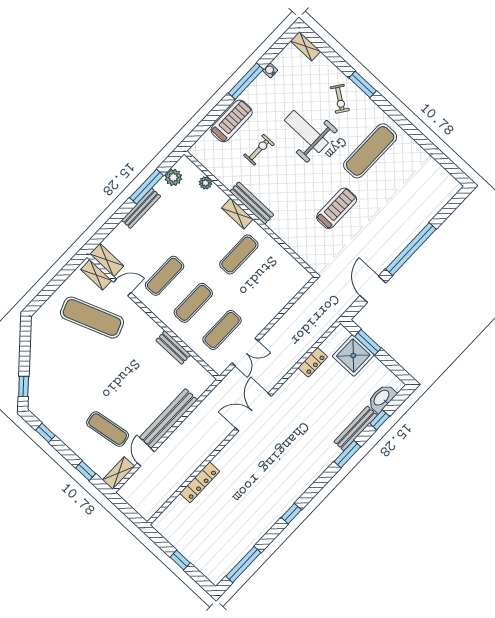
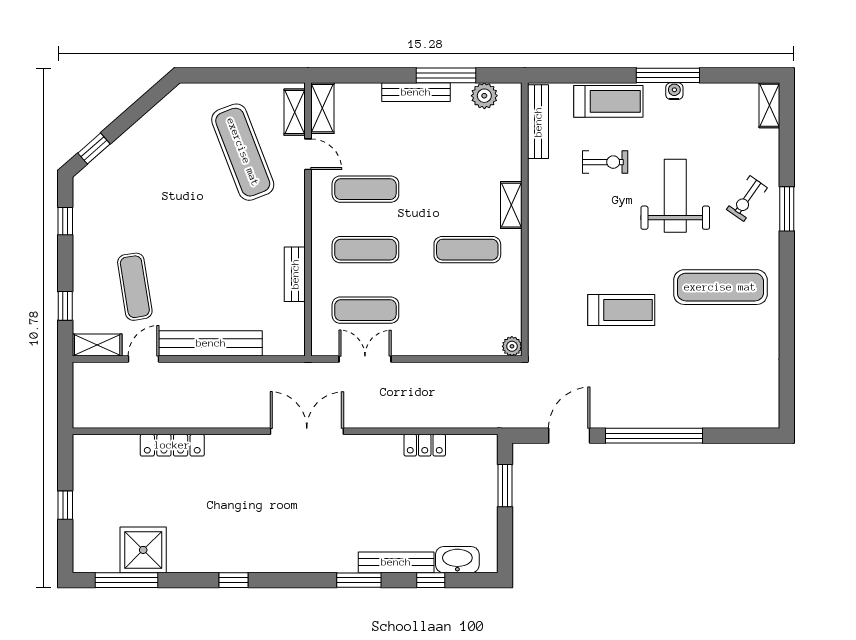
water cooler: (270, 70) -> (674, 91), moved
plant: (205, 183) -> (512, 346), moved
bench: (252, 203) -> (538, 122), moved
double door: (245, 352) -> (365, 359), swing flipped
shower: (353, 356) -> (143, 550), moved

